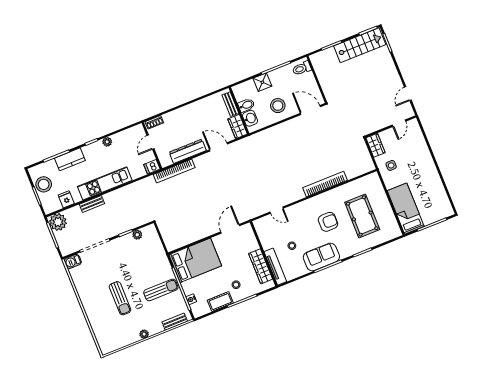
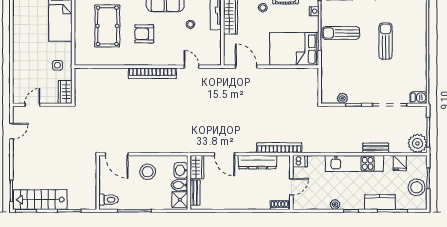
shower: (262, 82) -> (180, 200), moved
bookcase: (325, 184) -> (152, 73), moved
door: (230, 229) -> (246, 67), swing flipped

